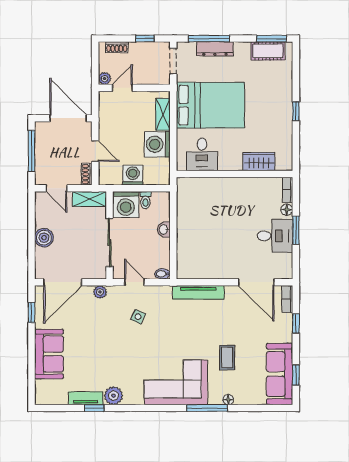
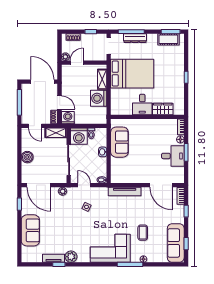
desk: (202, 154) -> (142, 104), moved
washing machine: (133, 175) -> (68, 118), moved
sofa: (190, 214) -> (119, 142), added
door: (63, 282) -> (39, 185), hinge flipped

